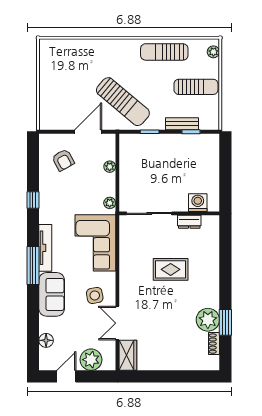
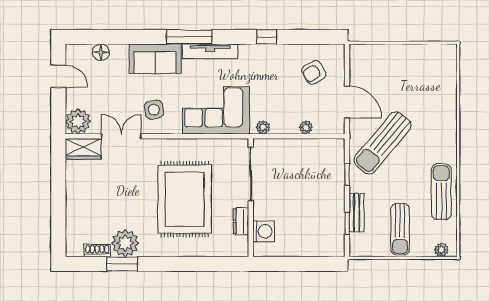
rug: (171, 269) -> (185, 199), width x1.86, depth x2.06
plant: (91, 360) -> (78, 121), moved

